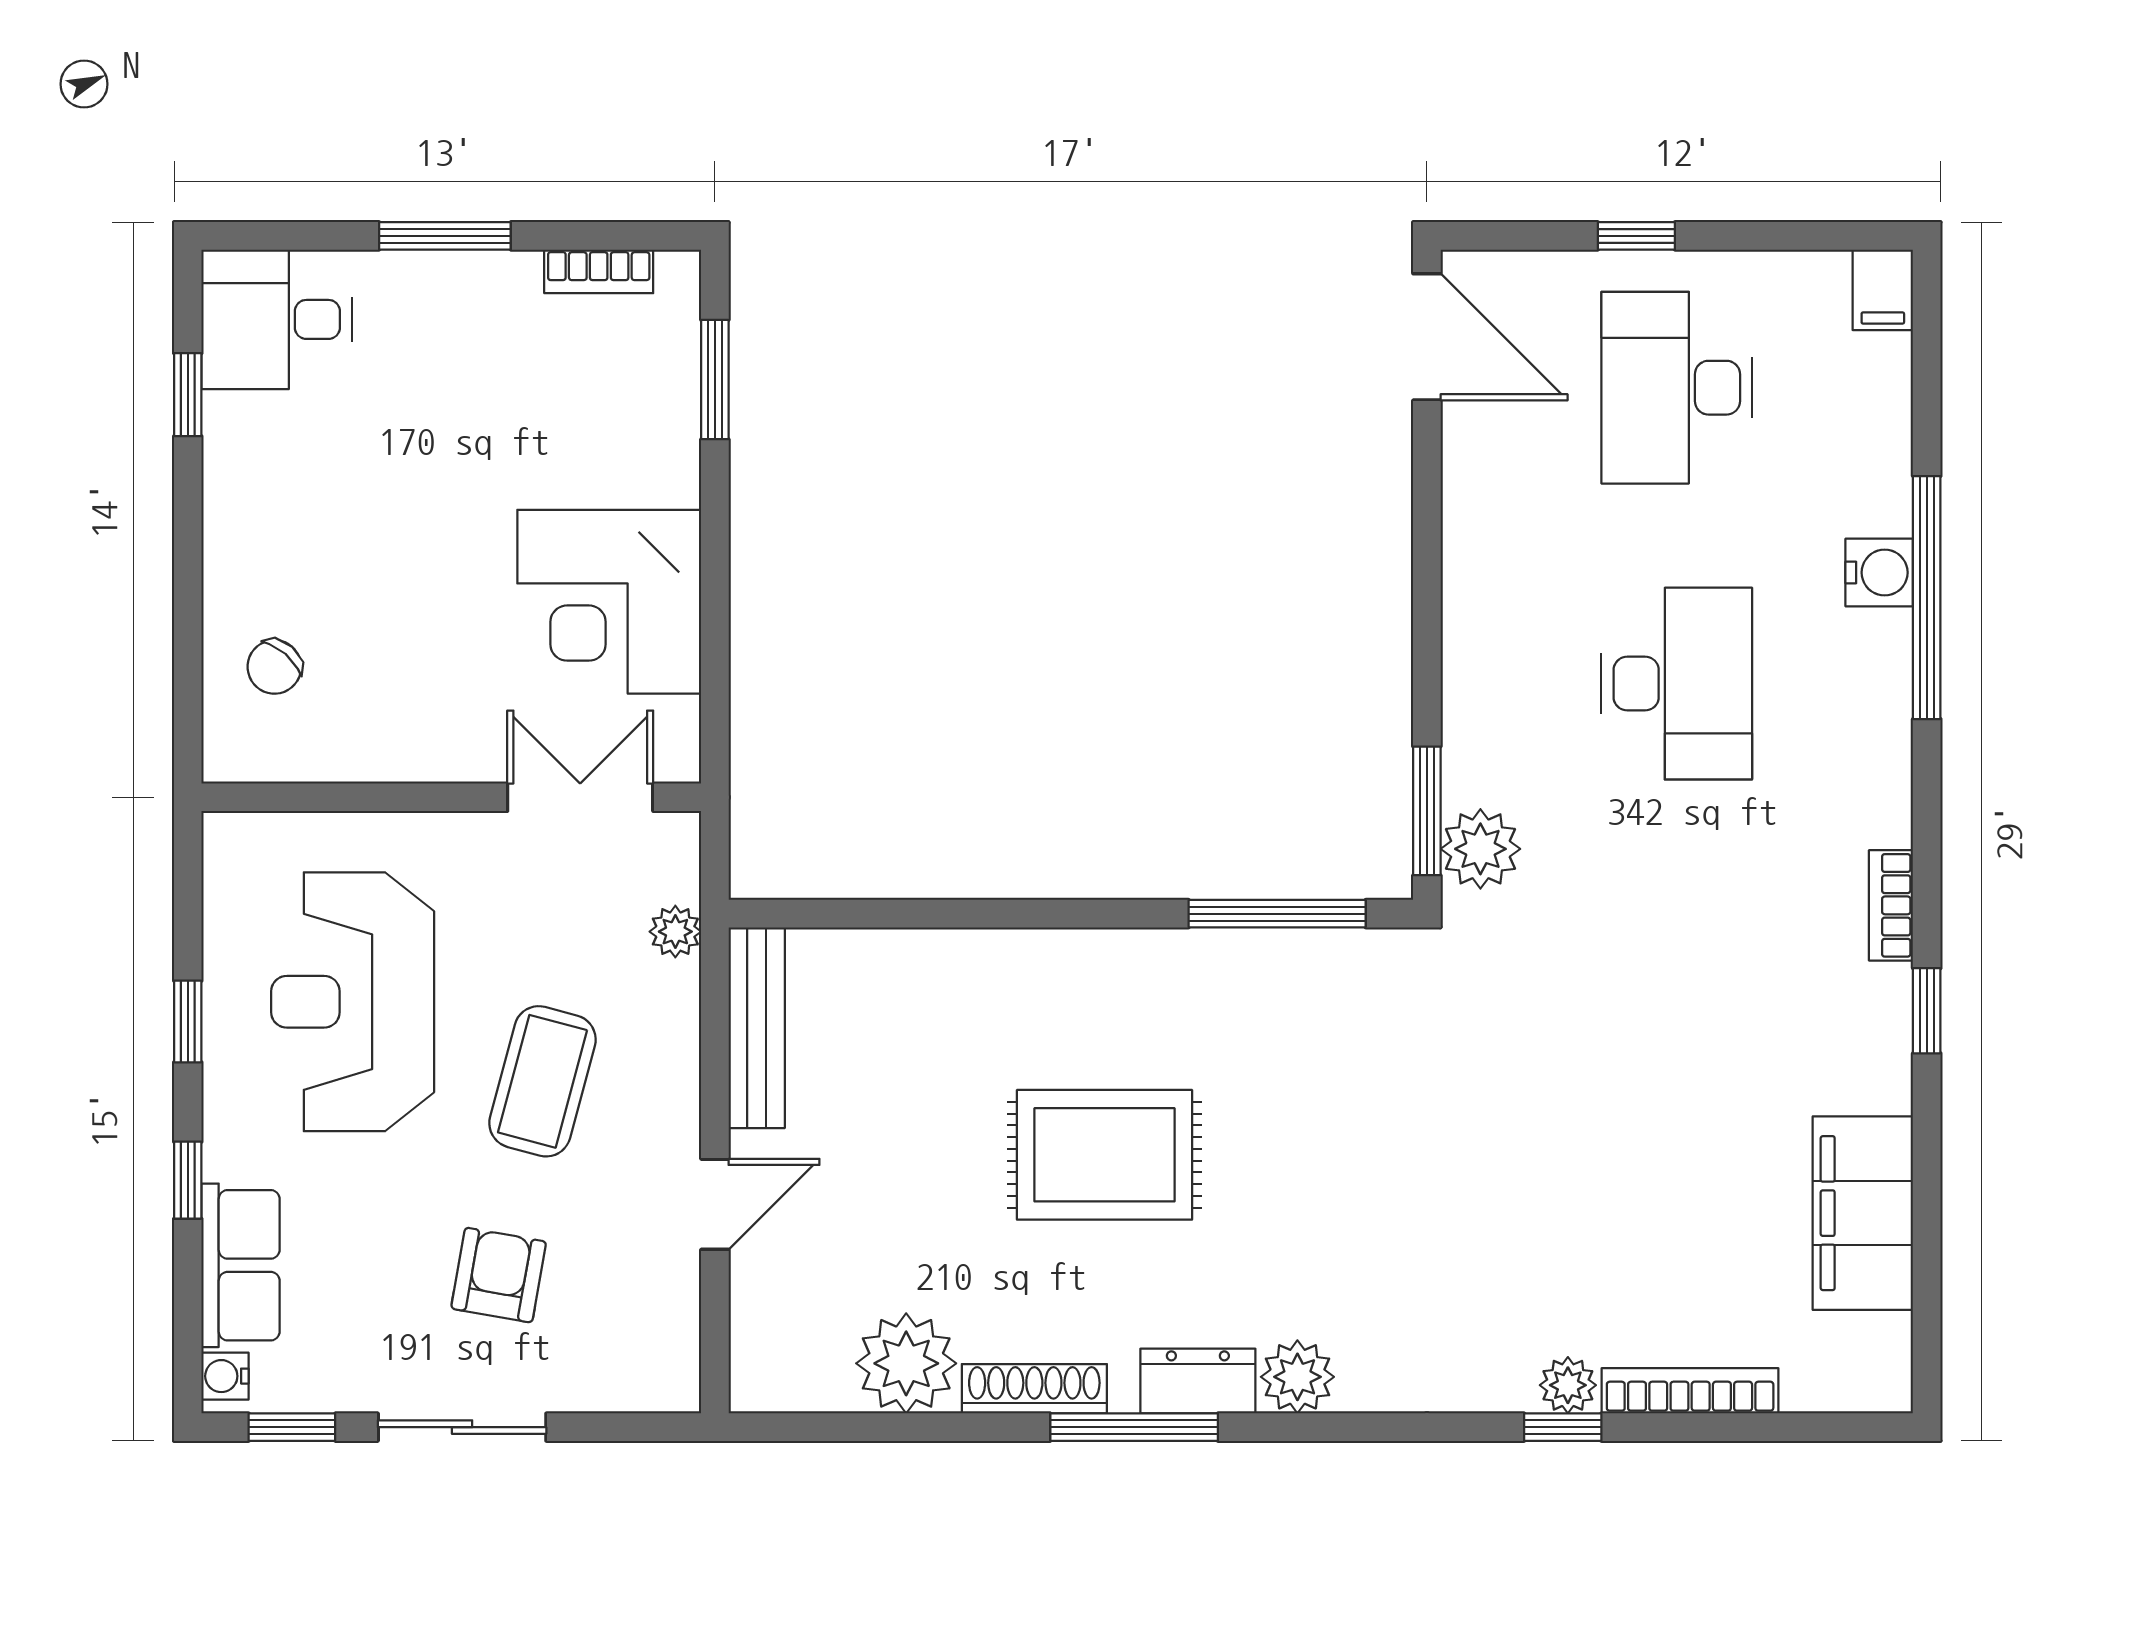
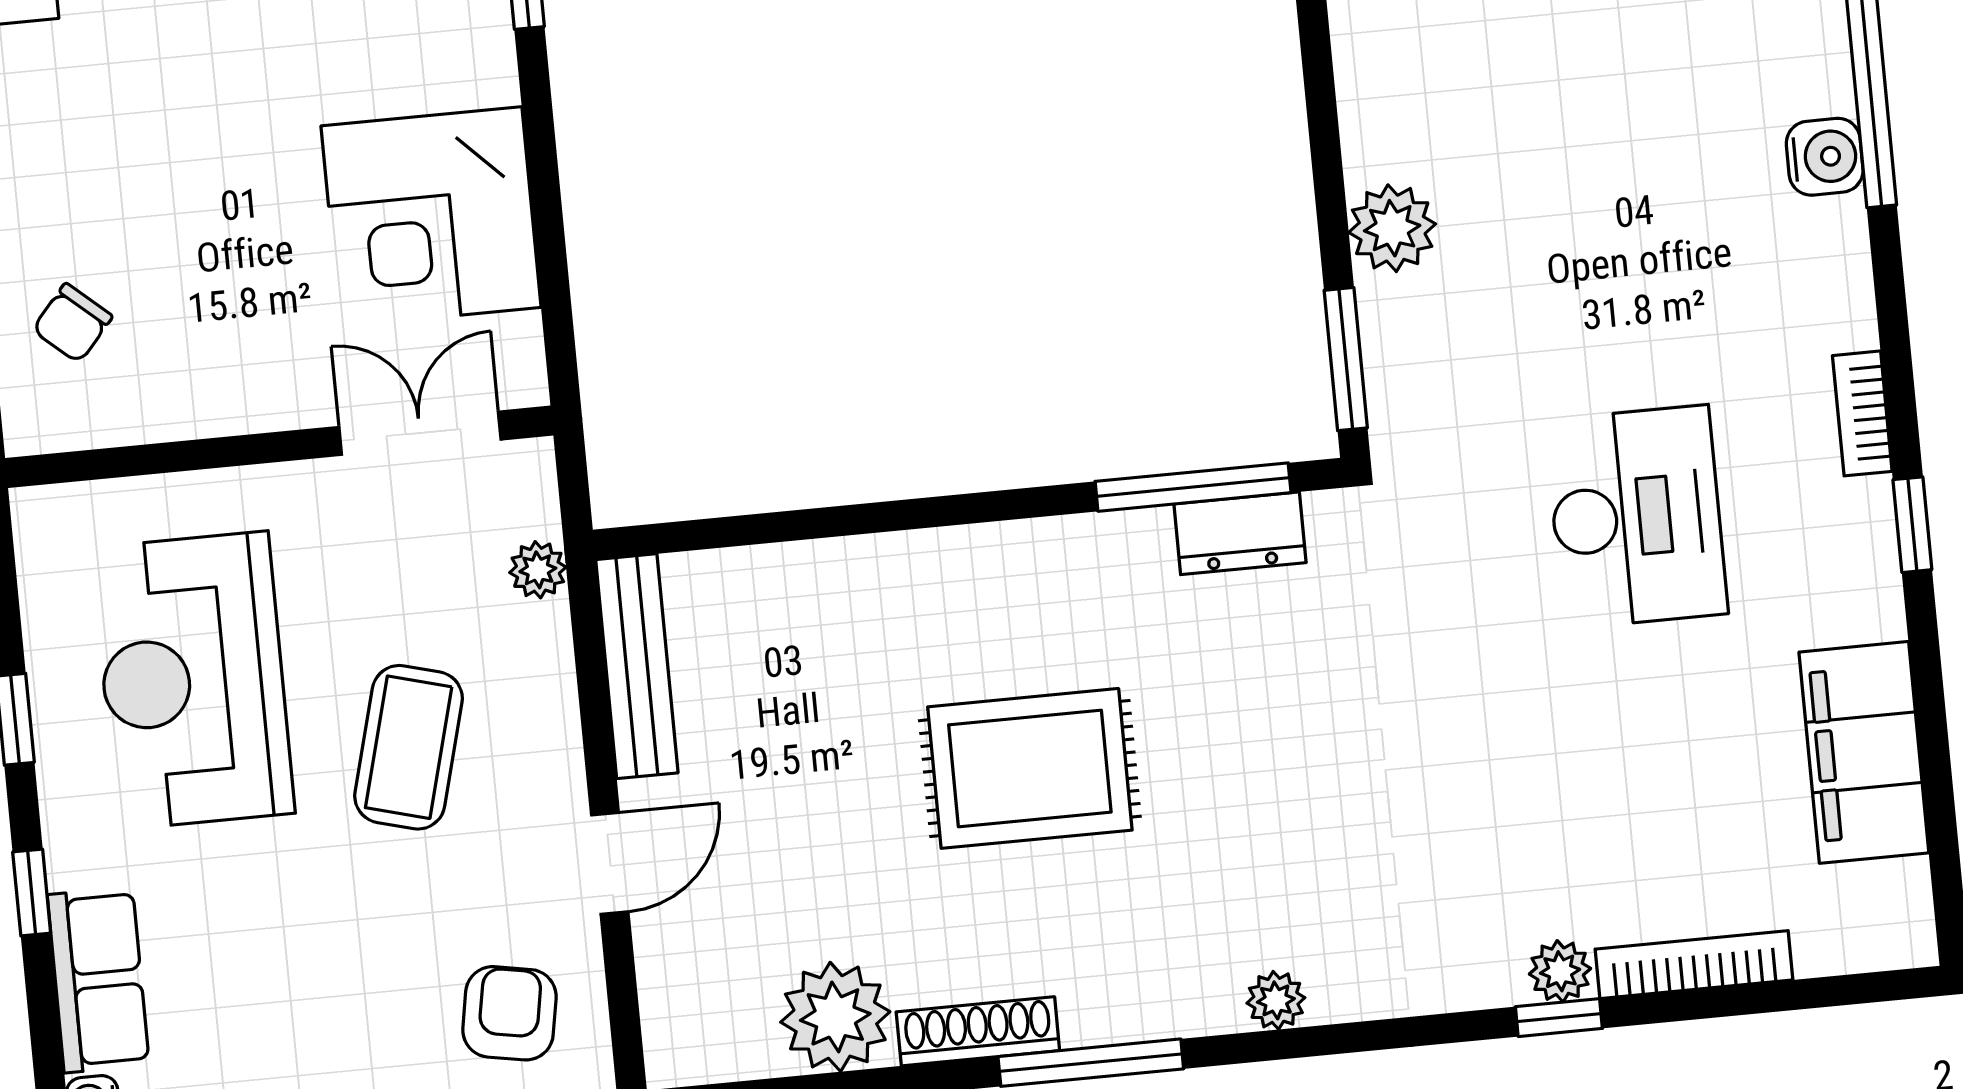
water cooler: (1879, 573) -> (1825, 157), moved
desk: (1677, 684) -> (1636, 517), moved
plant: (1480, 849) -> (1392, 228), moved
armchair: (499, 1275) -> (509, 1013), moved
plant: (1297, 1377) -> (1276, 1000), width x0.73, depth x0.73
dresser: (1198, 1381) -> (1240, 533), moved, turned 180

